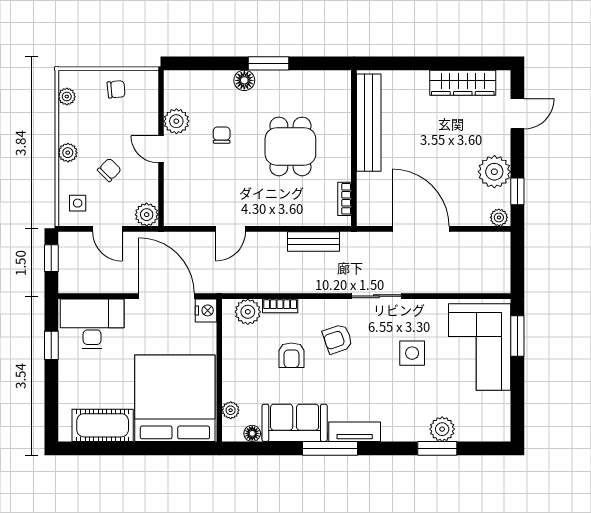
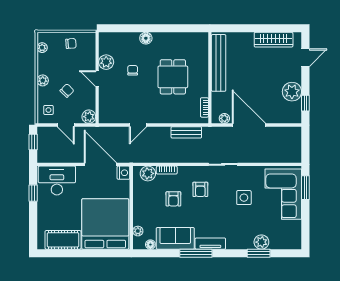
window: (269, 63) -> (160, 28), removed
plant: (499, 217) -> (224, 118), moved
armchair: (338, 339) -> (200, 189), turned -71

